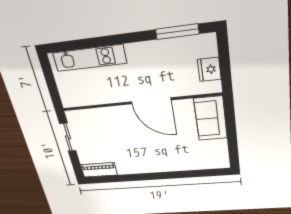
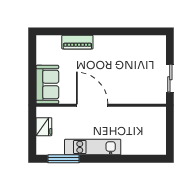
kitchen unit: (90, 58) -> (93, 147), moved
piano: (99, 170) -> (77, 42), moved

